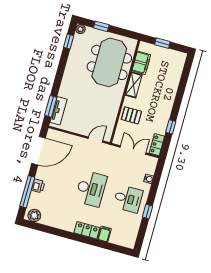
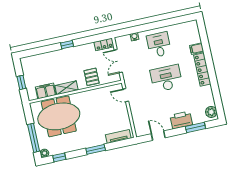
window: (101, 26) -> (34, 138), width x2.17
window: (51, 106) -> (96, 149), moved
window: (171, 127) -> (67, 45), moved
door: (39, 151) -> (158, 136), width x0.53
printer: (38, 186) -> (181, 120), width x1.87, depth x1.48
window: (27, 192) -> (195, 127), width x0.69
window: (148, 212) -> (161, 24), removed
locker: (87, 230) -> (202, 70), width x1.53

